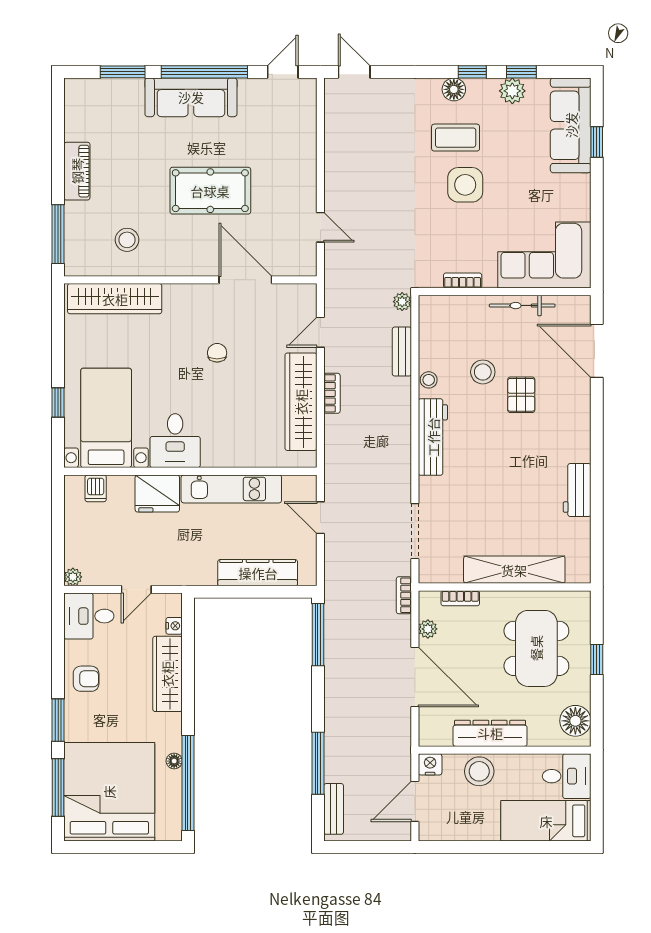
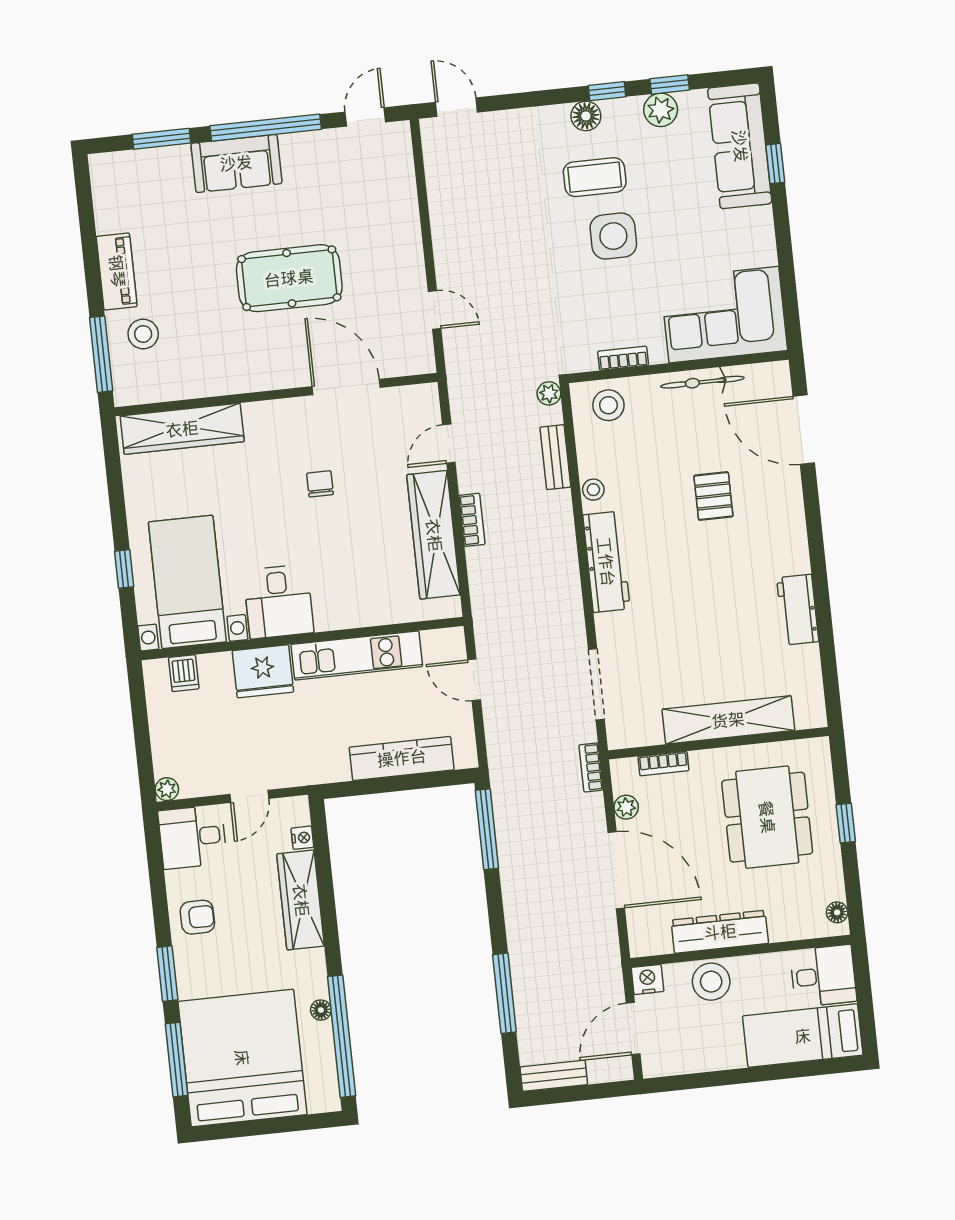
sofa: (191, 97) -> (236, 163), width x0.73
stool: (127, 240) -> (143, 334), moved
stool: (483, 372) -> (608, 405), moved
floor lamp: (575, 721) -> (837, 912), width x0.53, depth x0.53
bench: (334, 809) -> (554, 1076), moved, turned 90

